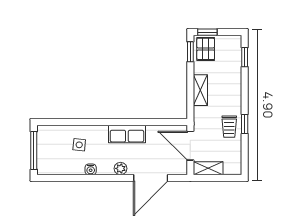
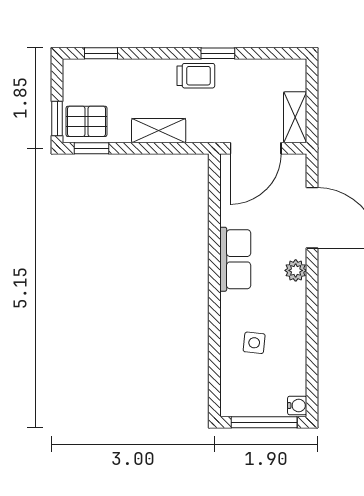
trolley: (229, 127) -> (196, 76), moved
water cooler: (91, 169) -> (297, 406), moved

